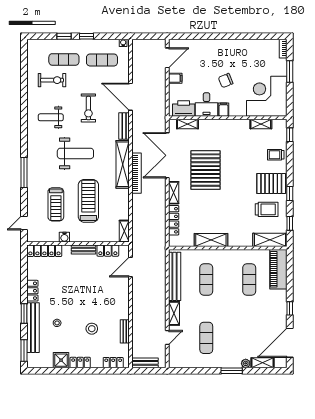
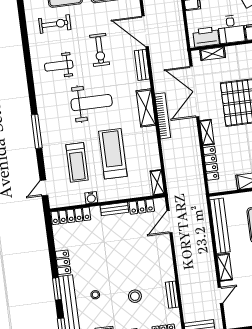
shelving: (123, 164) -> (146, 108), width x0.68

